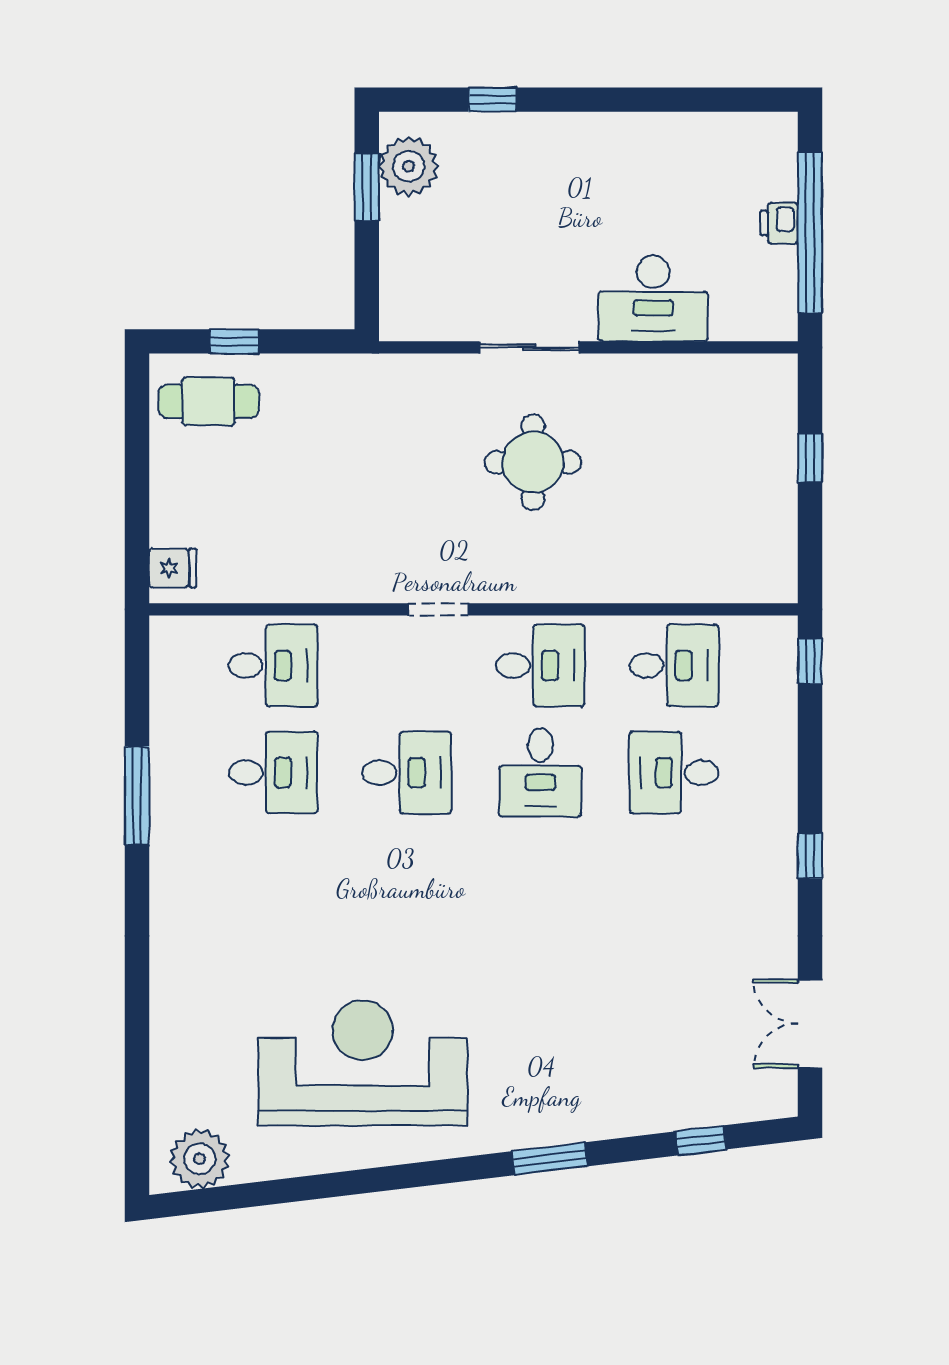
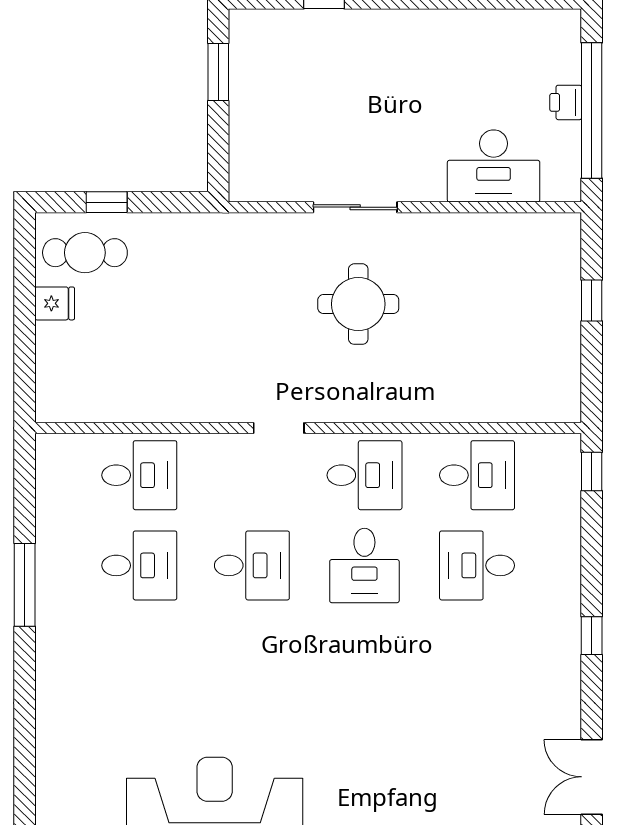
plant: (409, 166) -> (253, 55), removed
desk: (653, 298) -> (494, 166), moved
fridge: (173, 568) -> (55, 303), moved

